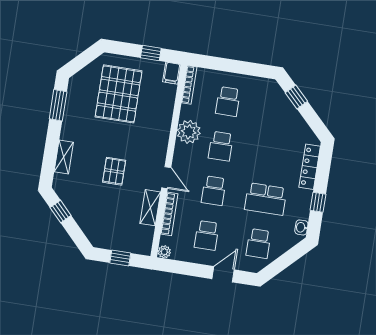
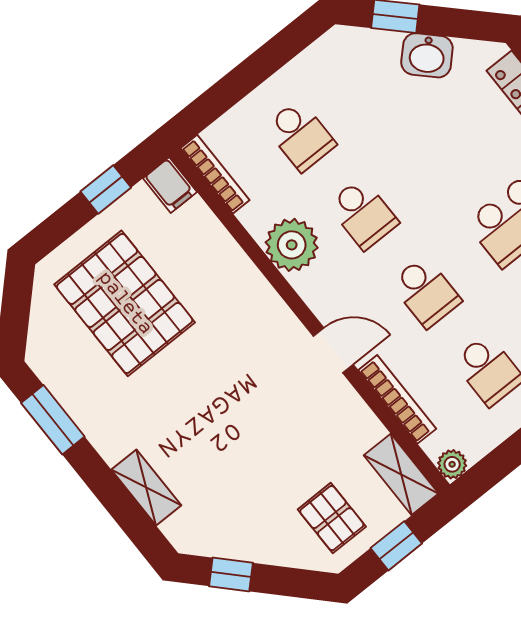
washbasin: (293, 119) -> (427, 55), added
pallet: (114, 171) -> (332, 518), moved
shelving: (150, 208) -> (401, 474), moved

